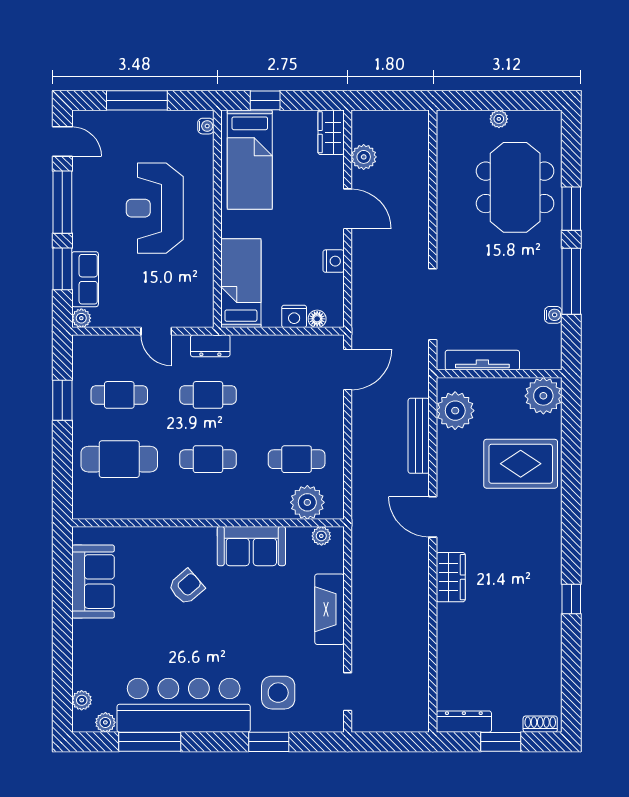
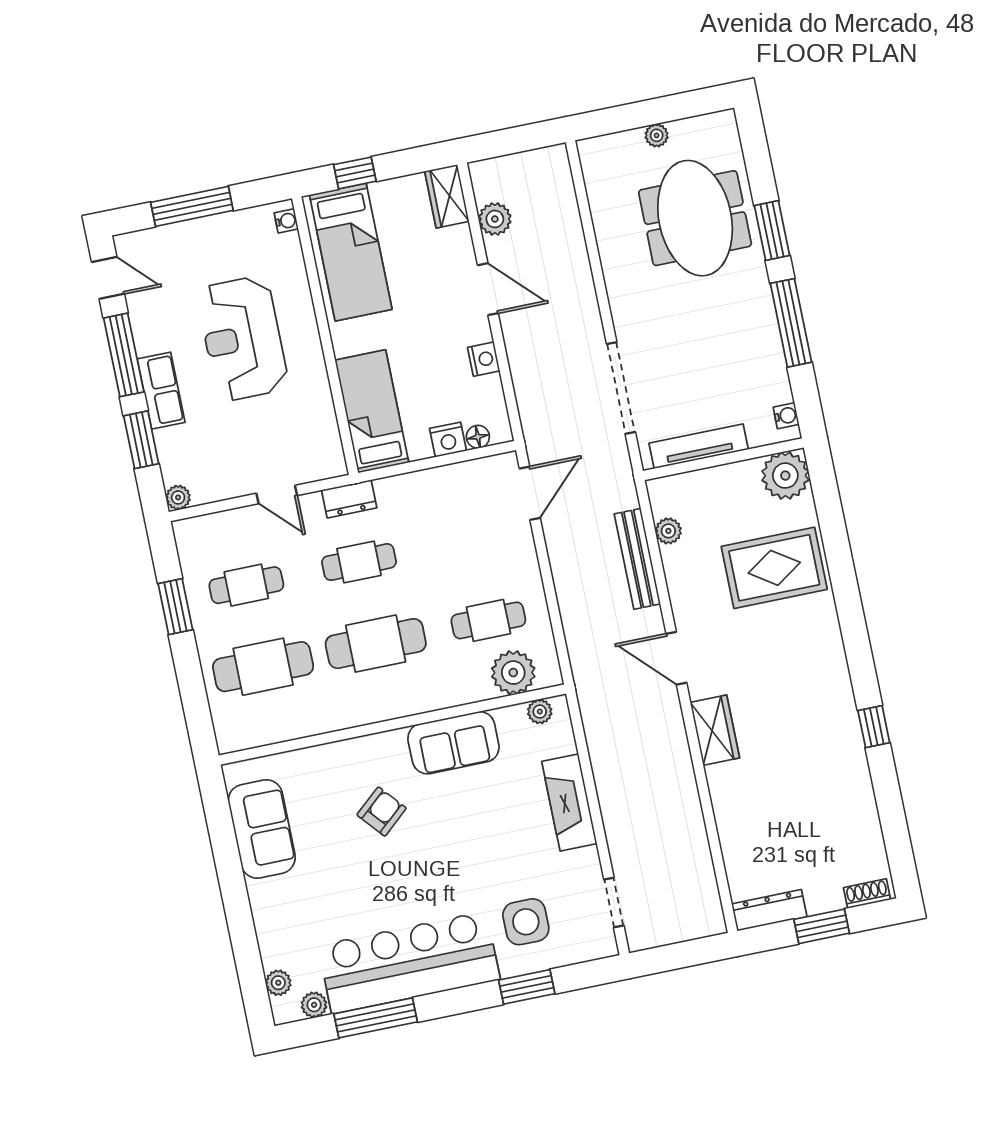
row of seats: (85, 279) -> (161, 391), moved
water cooler: (553, 315) -> (786, 416), moved
plant: (455, 411) -> (668, 531), width x0.53, depth x0.53
cafe table: (208, 459) -> (376, 644), width x1.37, depth x1.35

